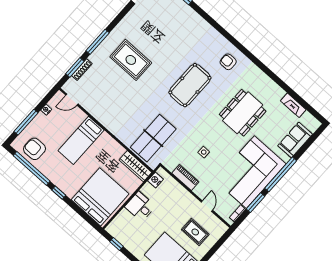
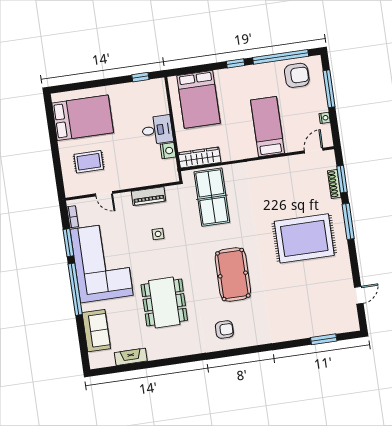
rug: (131, 60) -> (304, 238), width x1.37, depth x1.44
nightstand: (155, 180) -> (168, 151), moved
bed: (100, 197) -> (198, 99), width x0.73

